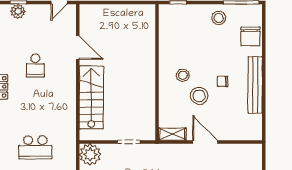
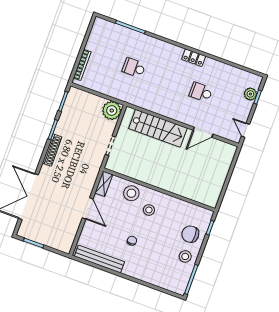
chair: (250, 36) -> (190, 234), moved
bench: (255, 85) -> (99, 259), moved
stool: (199, 96) -> (131, 193), moved
door: (205, 142) -> (88, 208), hinge flipped
school desk: (35, 147) -> (134, 68), width x0.54

